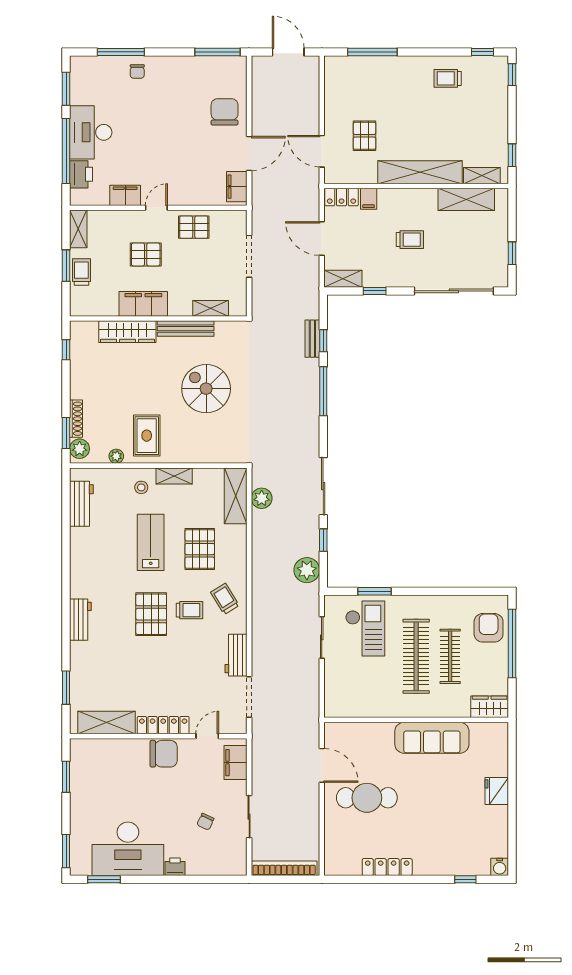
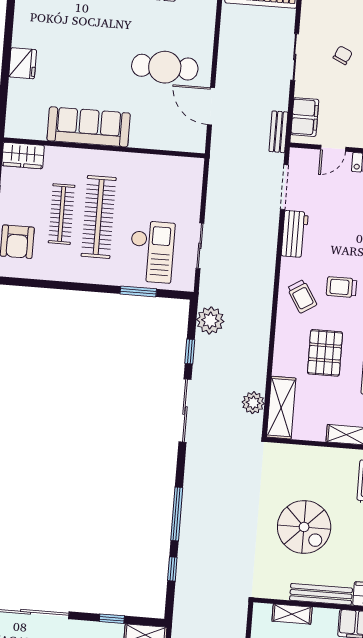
bench: (312, 339) -> (278, 132), moved
checkout: (365, 628) -> (152, 252), turned 180

